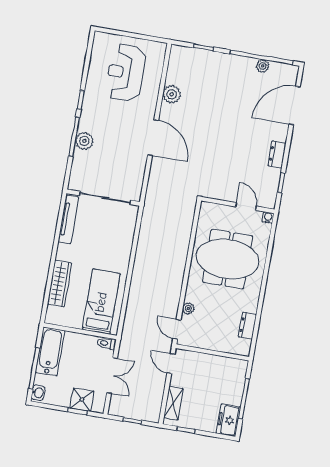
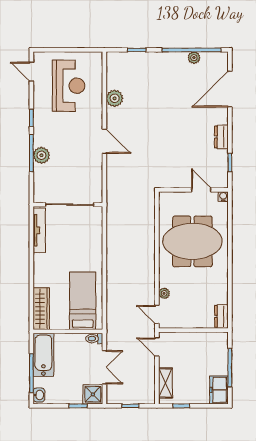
door: (89, 51) -> (31, 72), added
reception desk: (126, 73) -> (69, 86), turned 180
door: (153, 138) -> (104, 141), width x0.73
wardrobe: (60, 284) -> (41, 309), moved
dresser: (247, 326) -> (221, 316), moved
shower: (82, 400) -> (93, 394), moved

